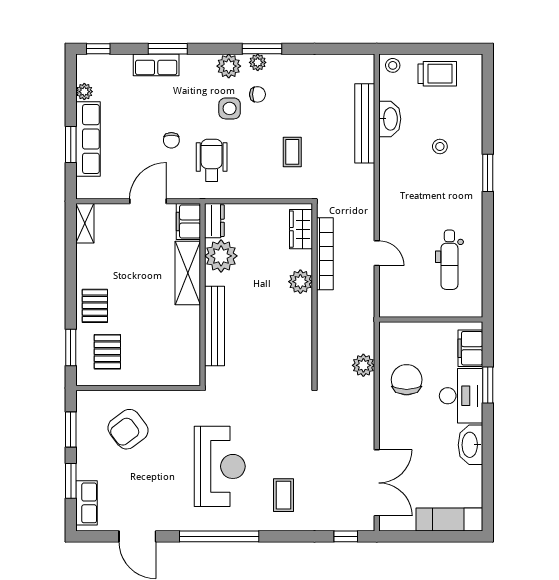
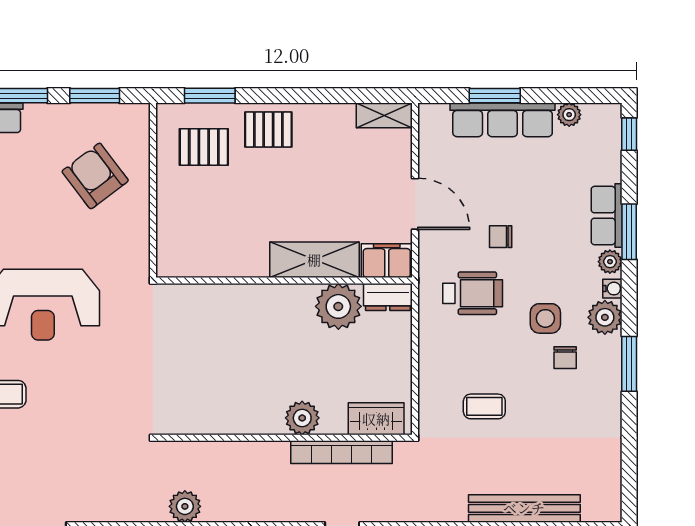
water cooler: (208, 61) -> (612, 289), added
plant: (258, 62) -> (610, 262), moved
bench: (215, 326) -> (240, 297), removed

